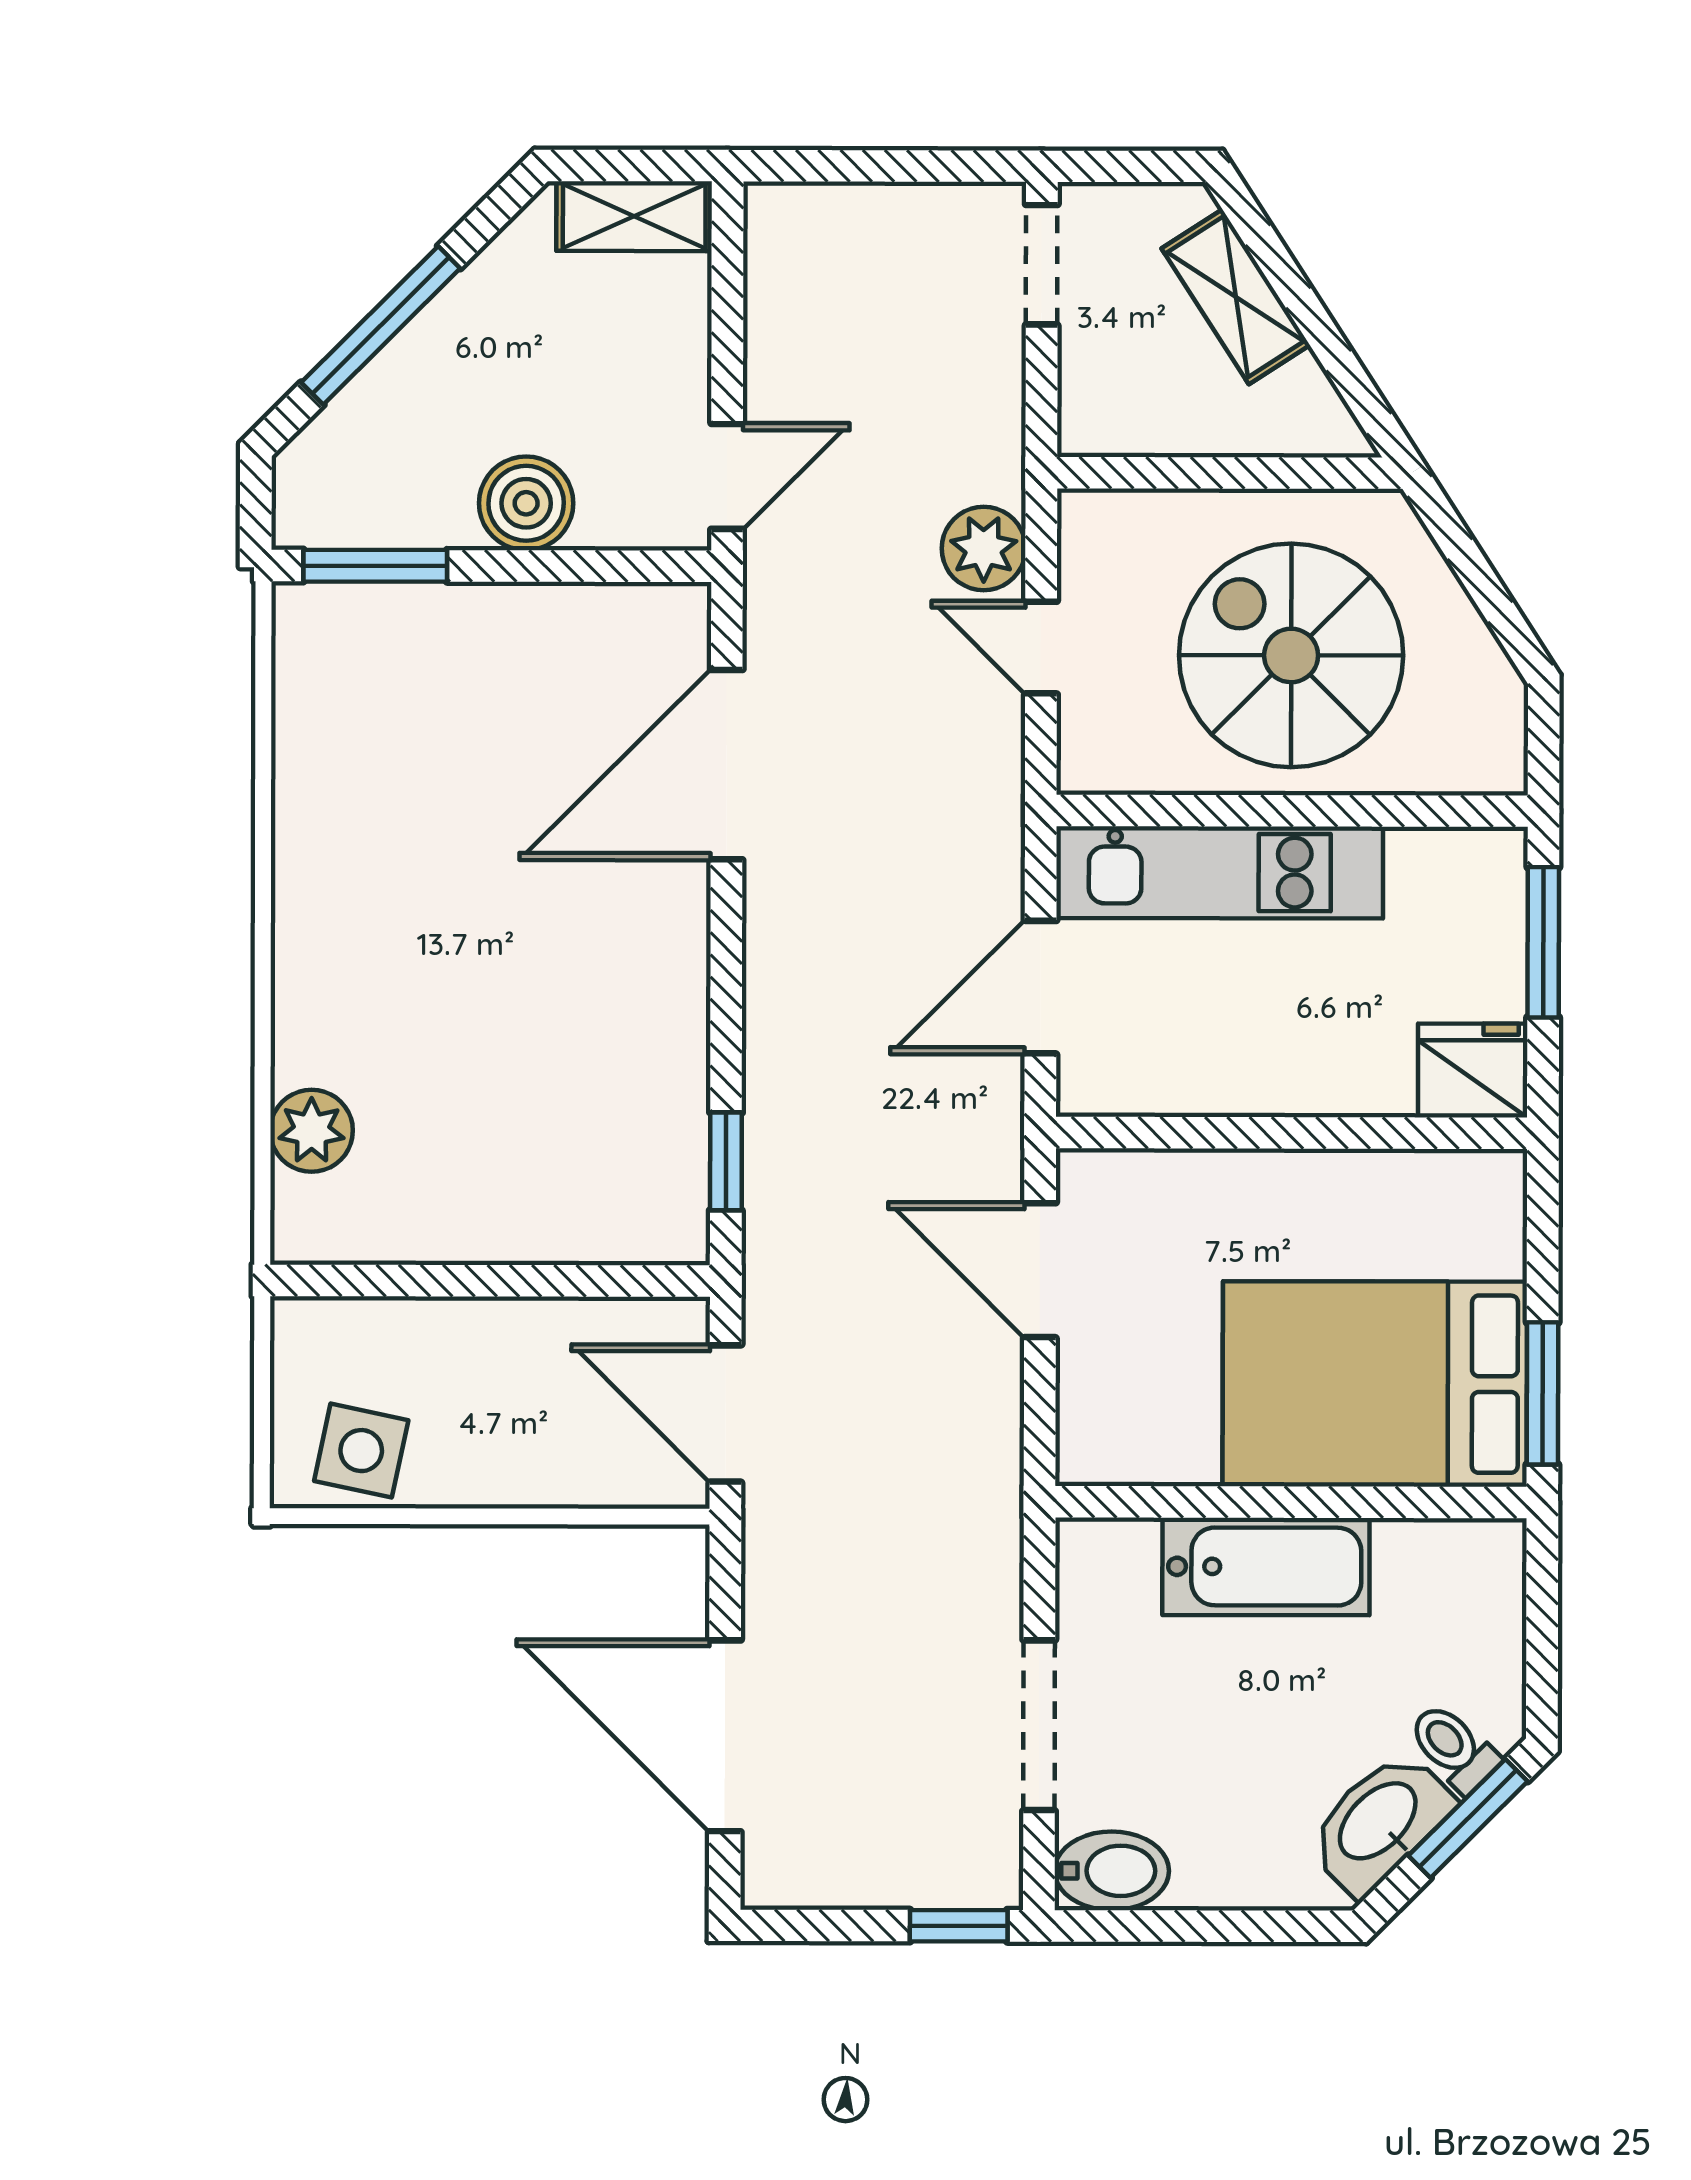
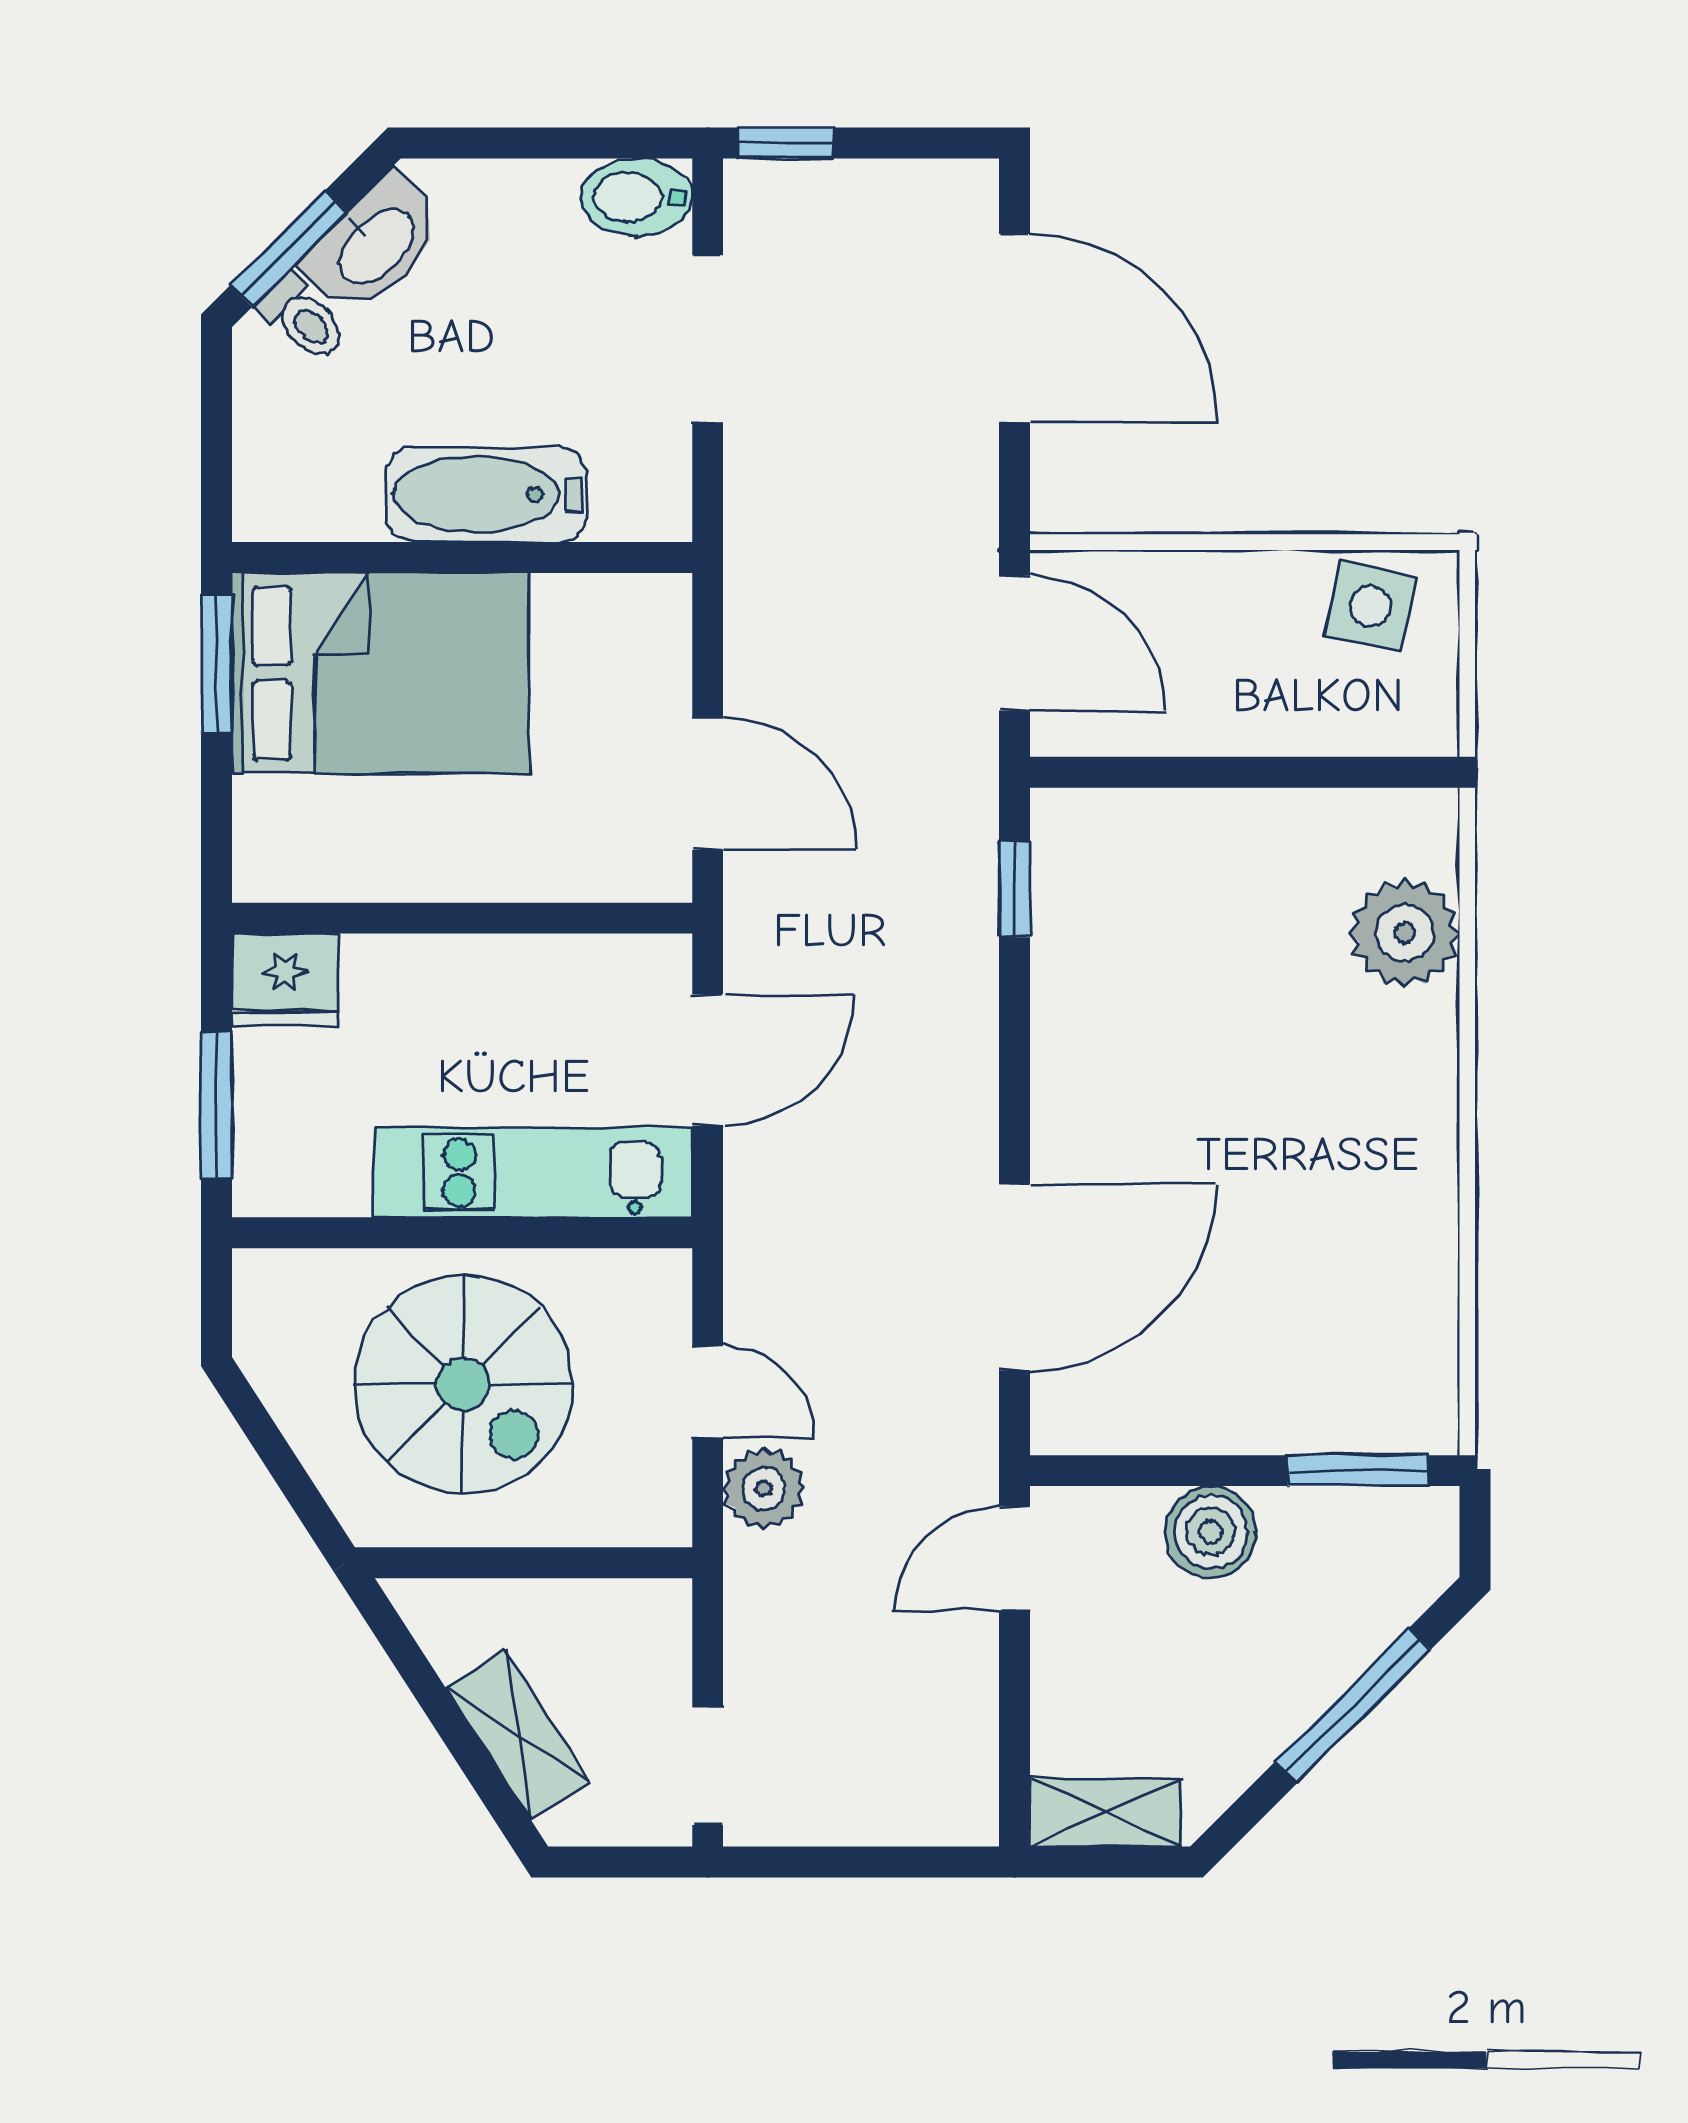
plant: (312, 1131) -> (1405, 933), width x1.36, depth x1.36

